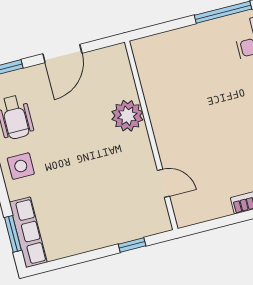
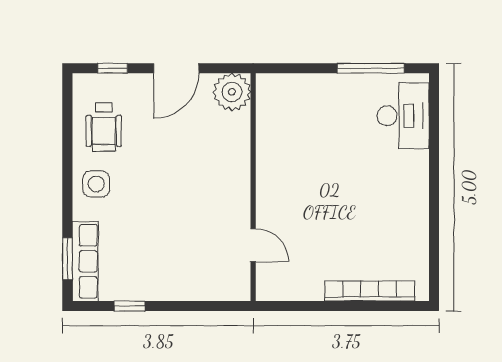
plant: (127, 116) -> (232, 92), moved
window: (132, 245) -> (129, 306), moved

